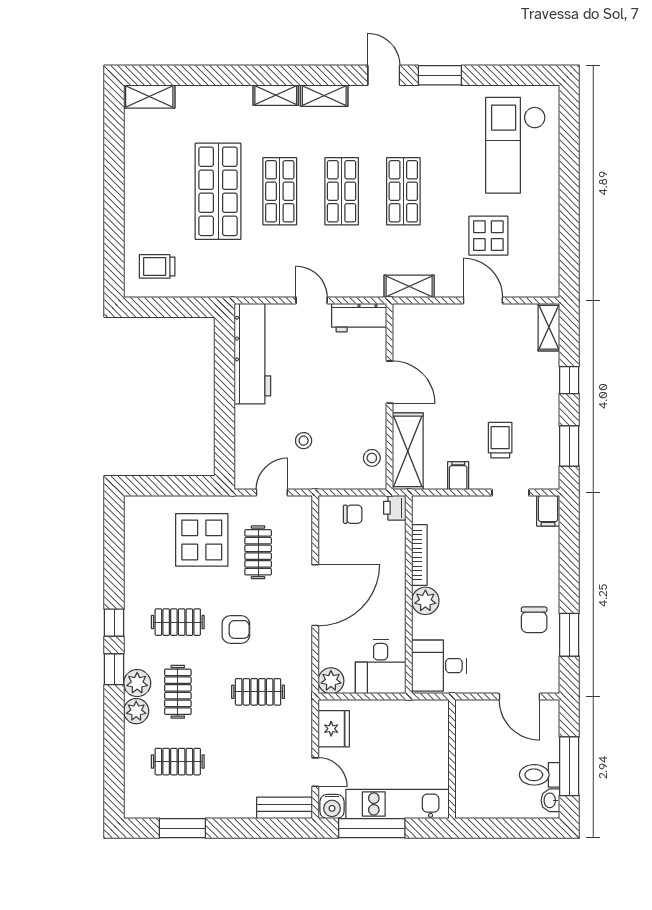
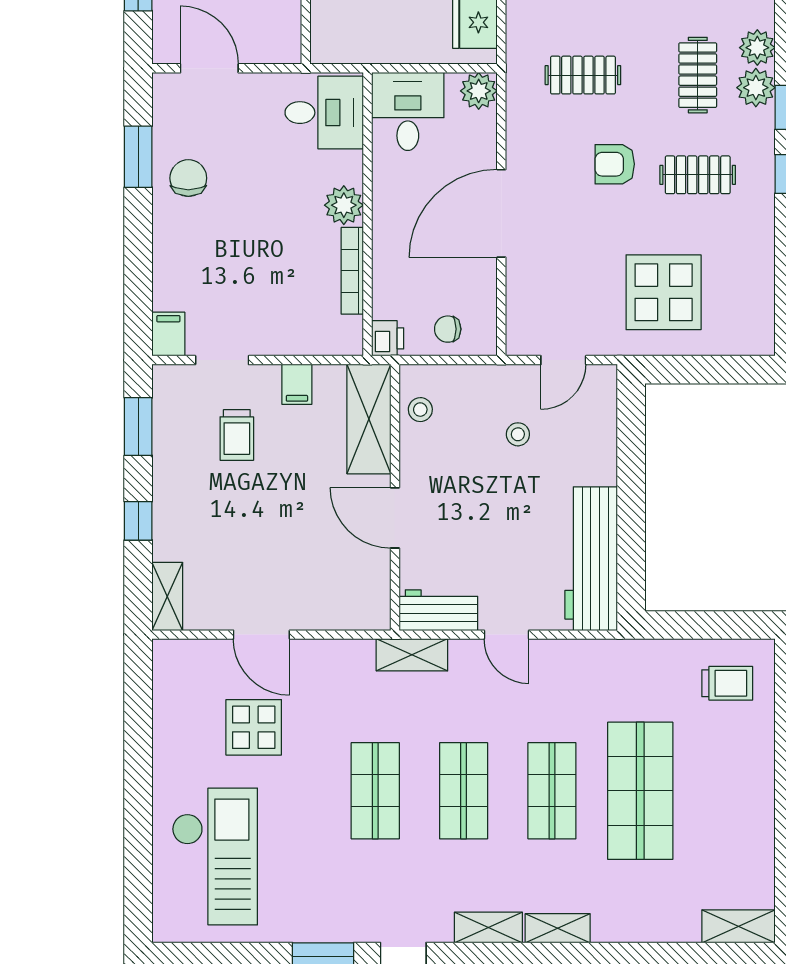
shelving: (409, 286) -> (412, 655), moved
clothes rail: (258, 552) -> (583, 275), removed

